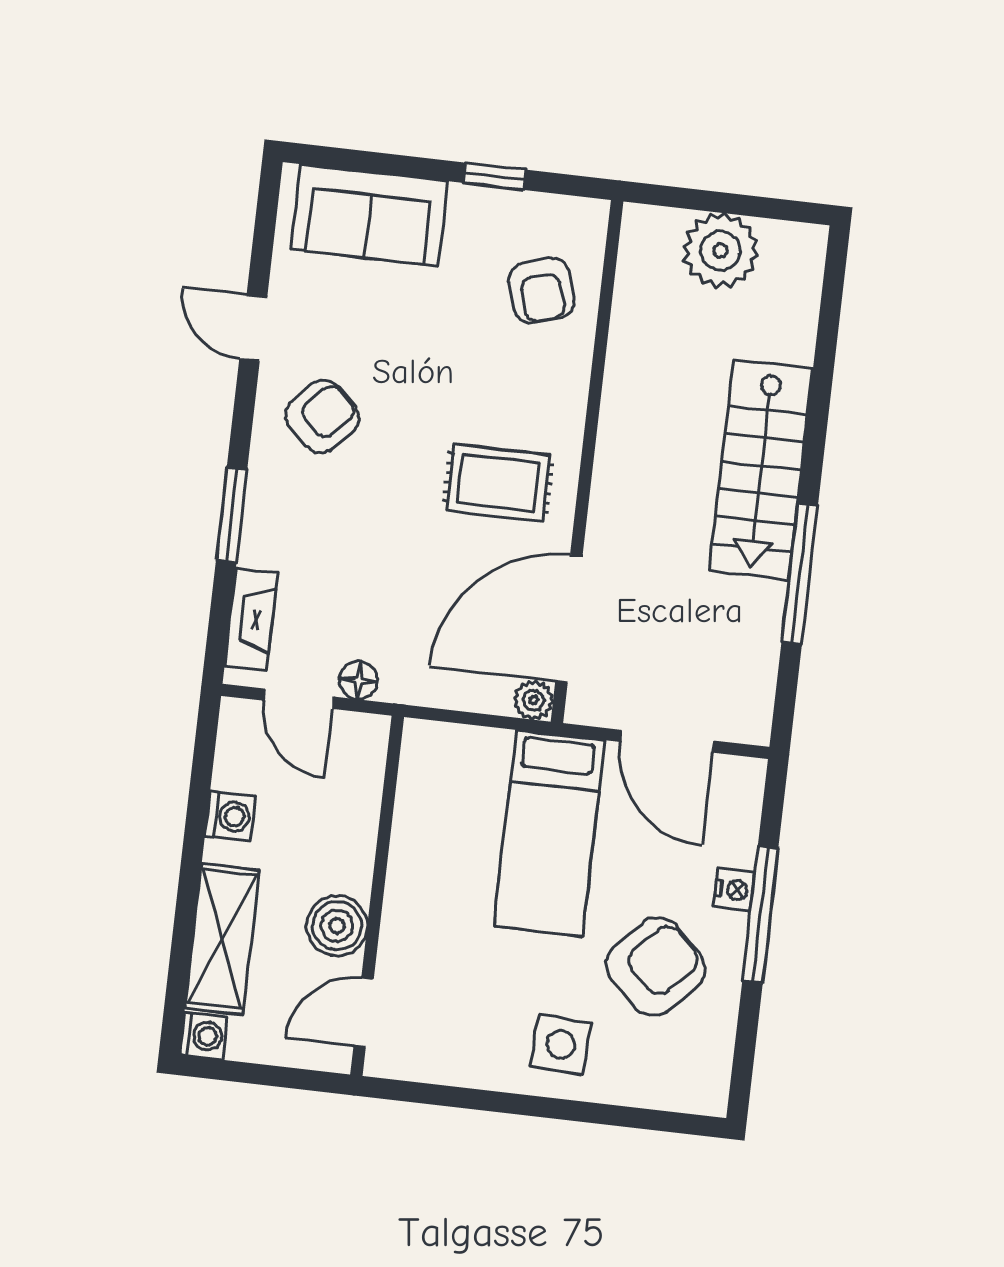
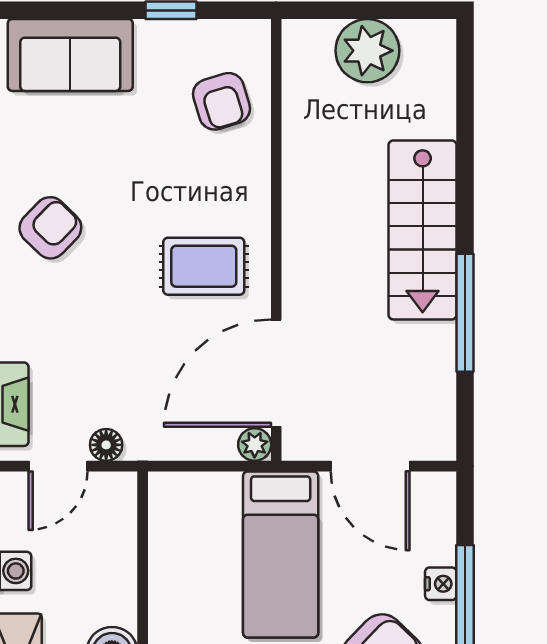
door: (299, 699) -> (58, 466), hinge flipped

